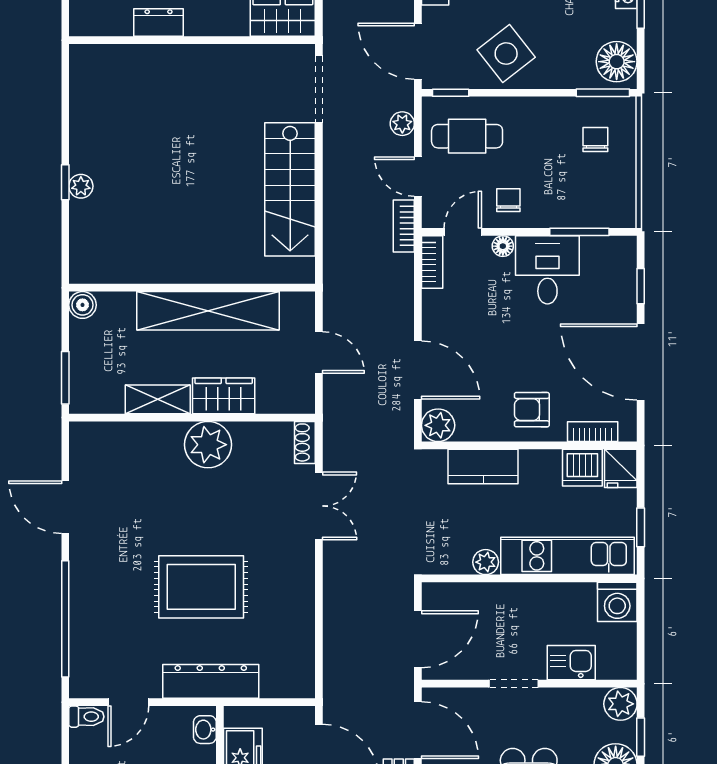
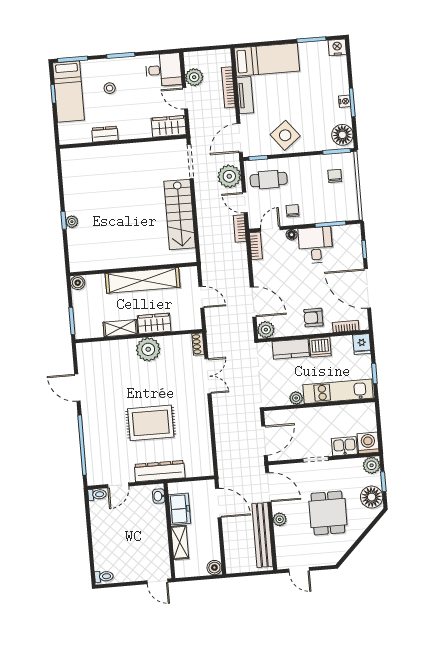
door: (418, 51) -> (240, 138), hinge flipped
plant: (402, 124) -> (229, 176), width x1.88, depth x1.88
dishwasher: (582, 468) -> (320, 347), moved
washing machine: (617, 602) -> (368, 443), moved, turned 180

